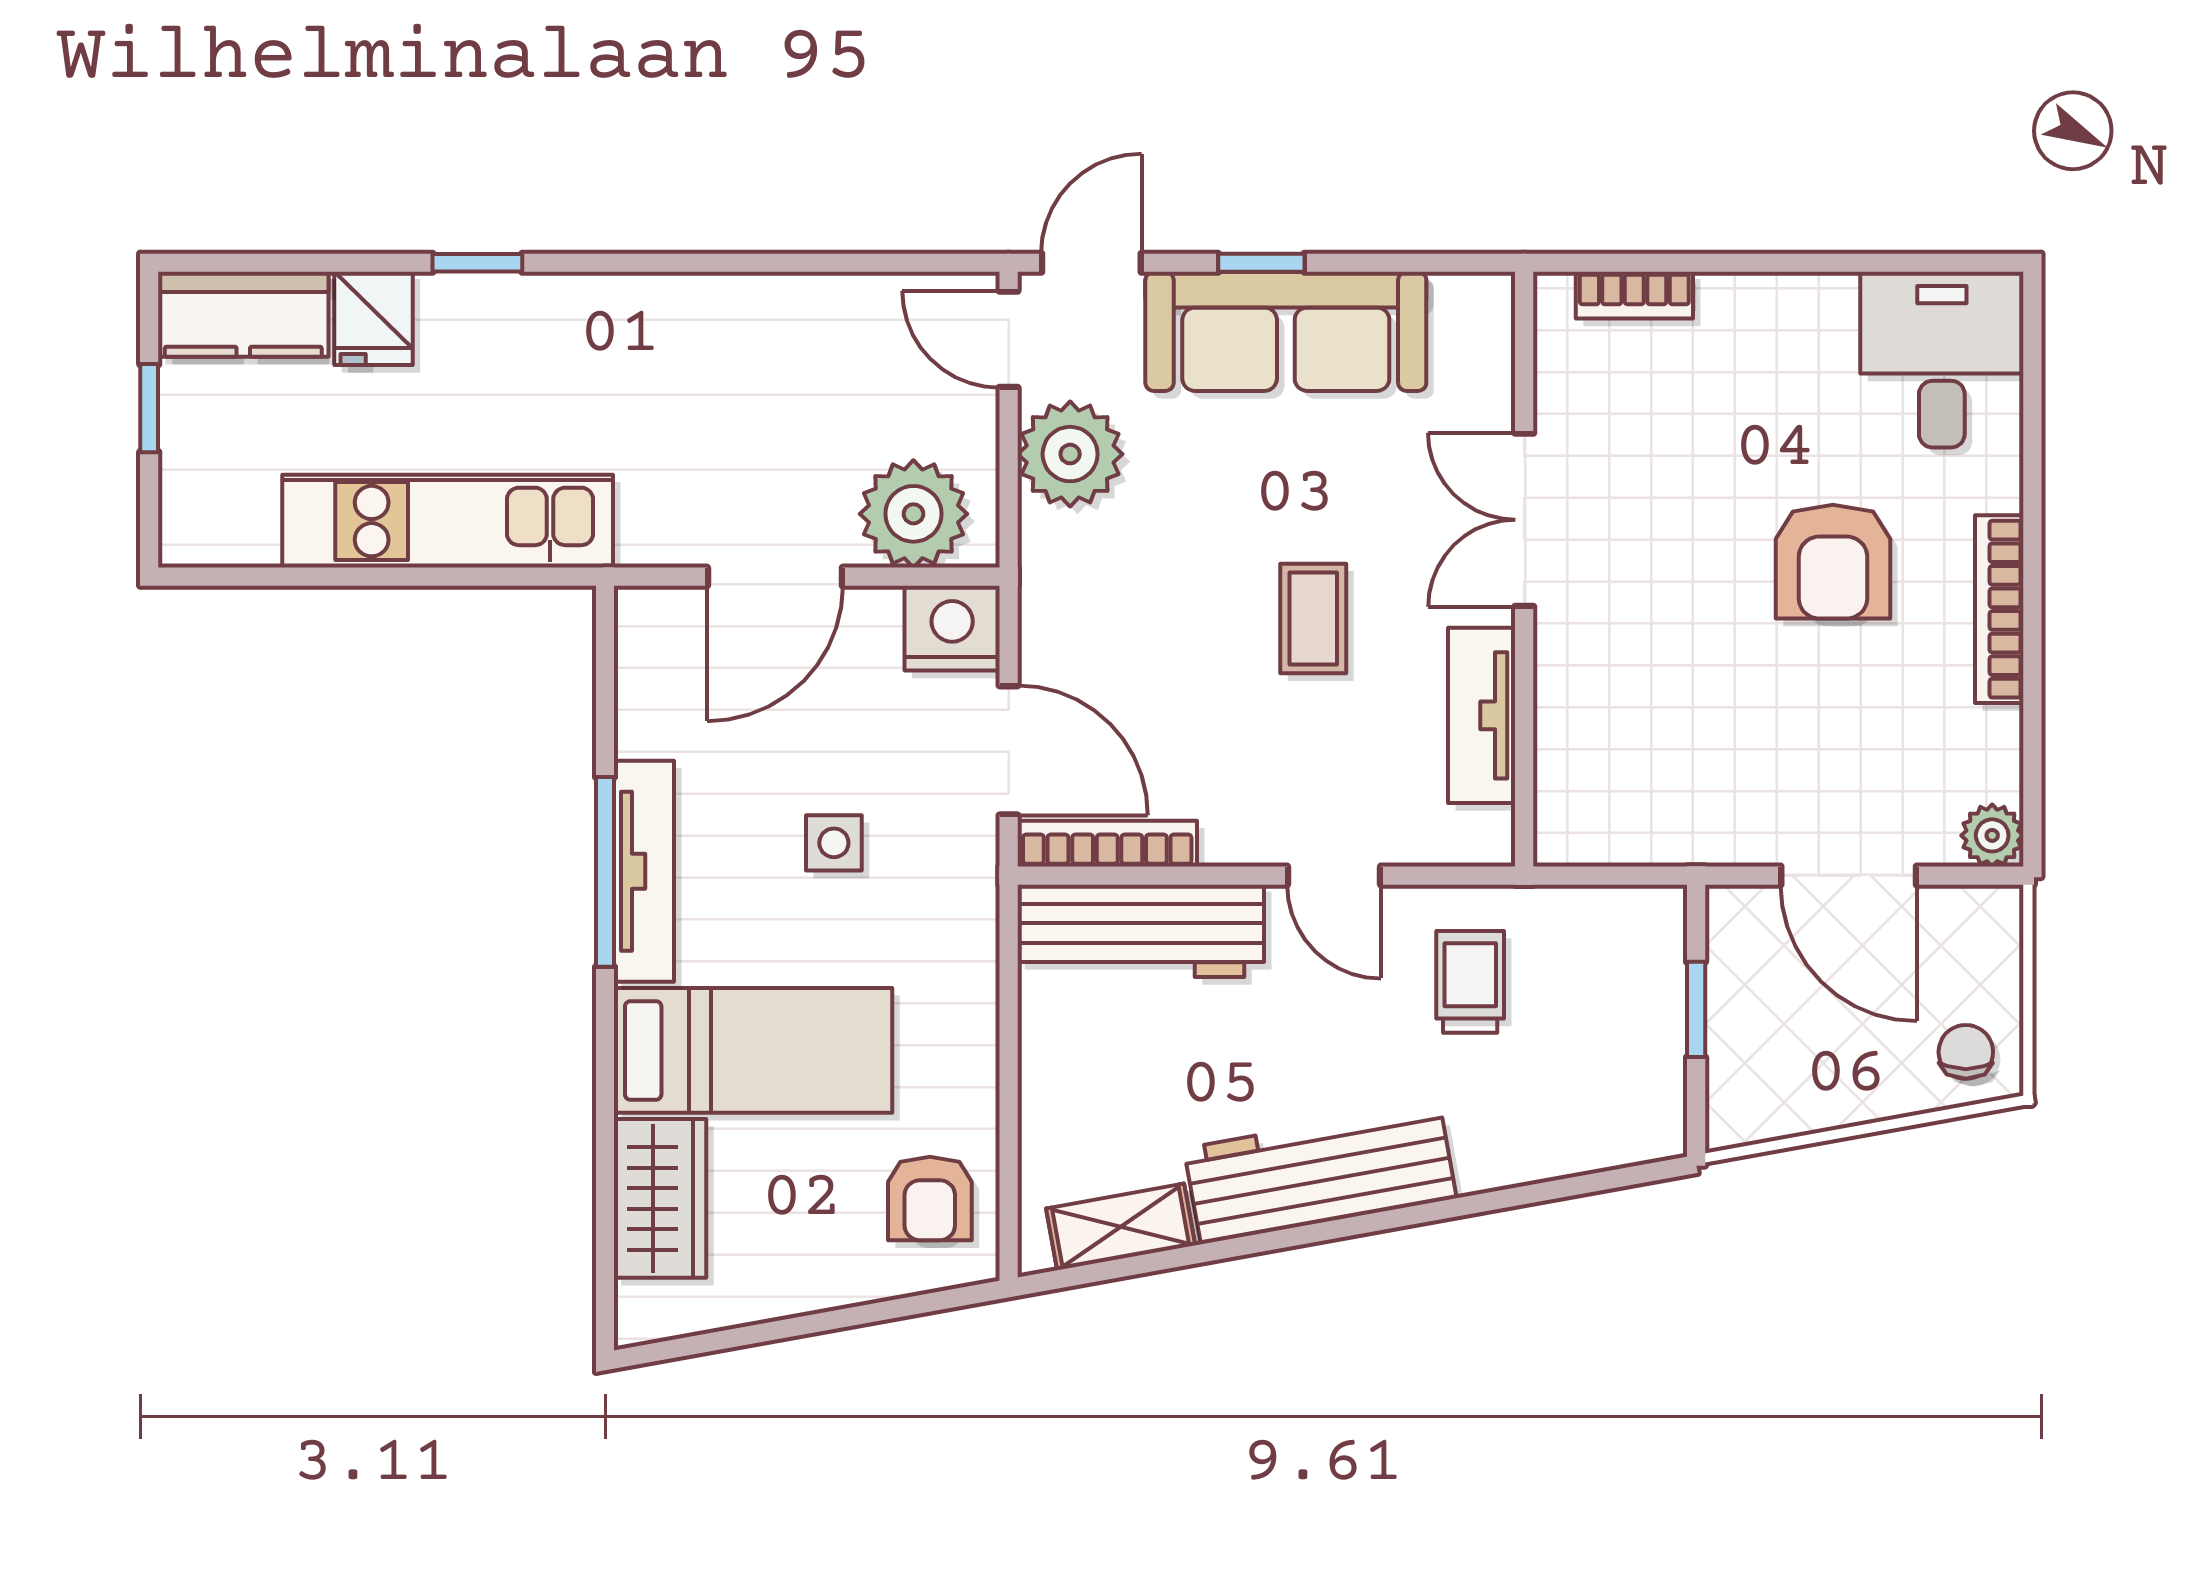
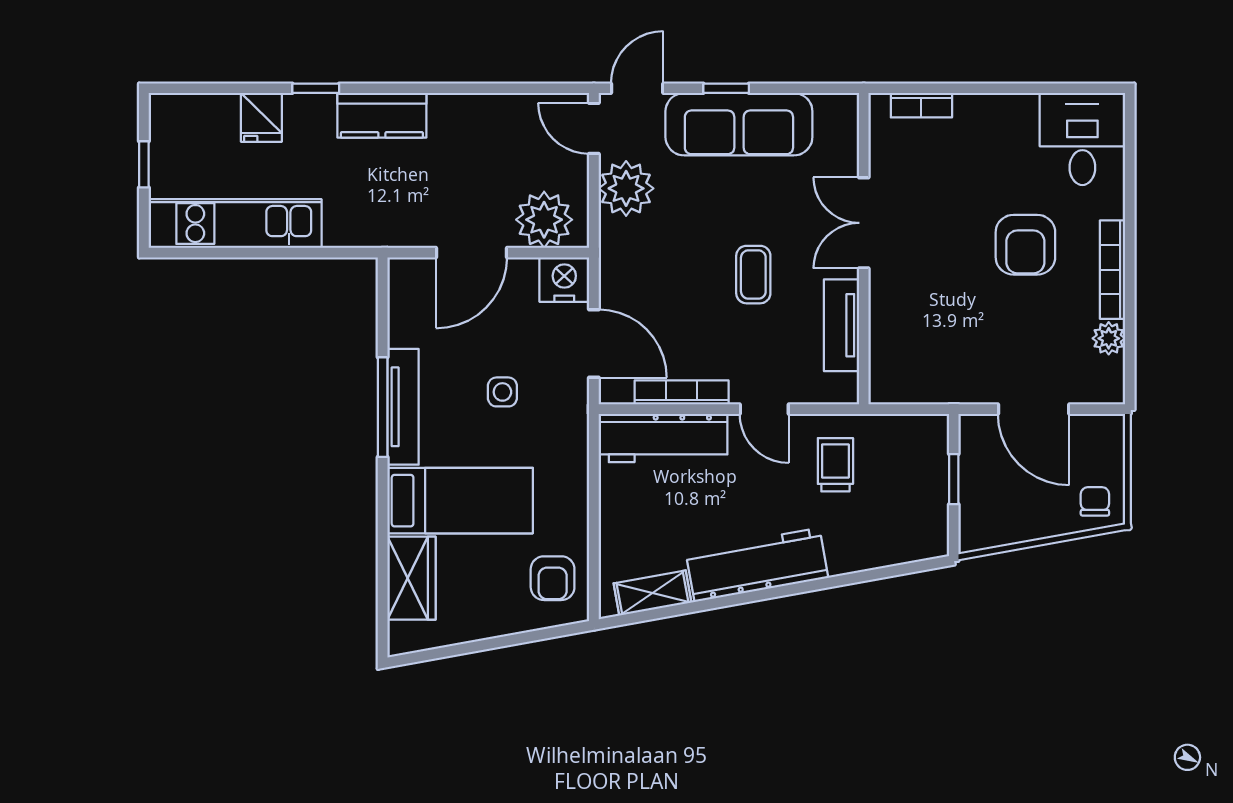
kitchen counter: (243, 314) -> (382, 115), moved
kitchen unit: (448, 521) -> (235, 224), moved
plant: (1992, 835) -> (1109, 338), moved
bookcase: (1107, 844) -> (682, 392), moved

